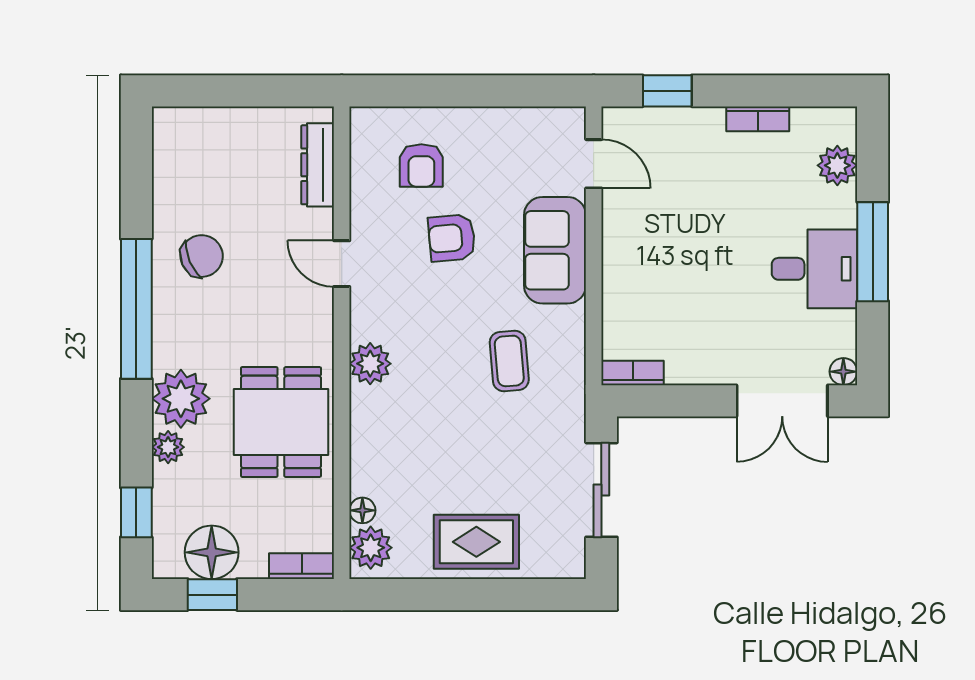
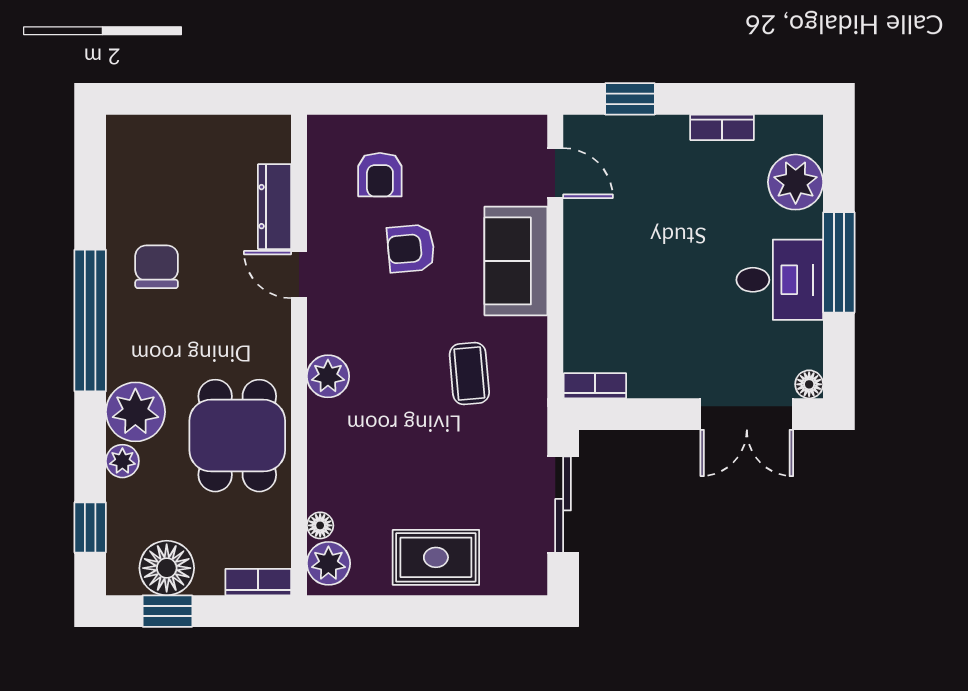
dresser: (318, 165) -> (275, 207), moved
plant: (837, 165) -> (796, 182), width x1.36, depth x1.36
chair: (202, 256) -> (157, 267), turned -67

